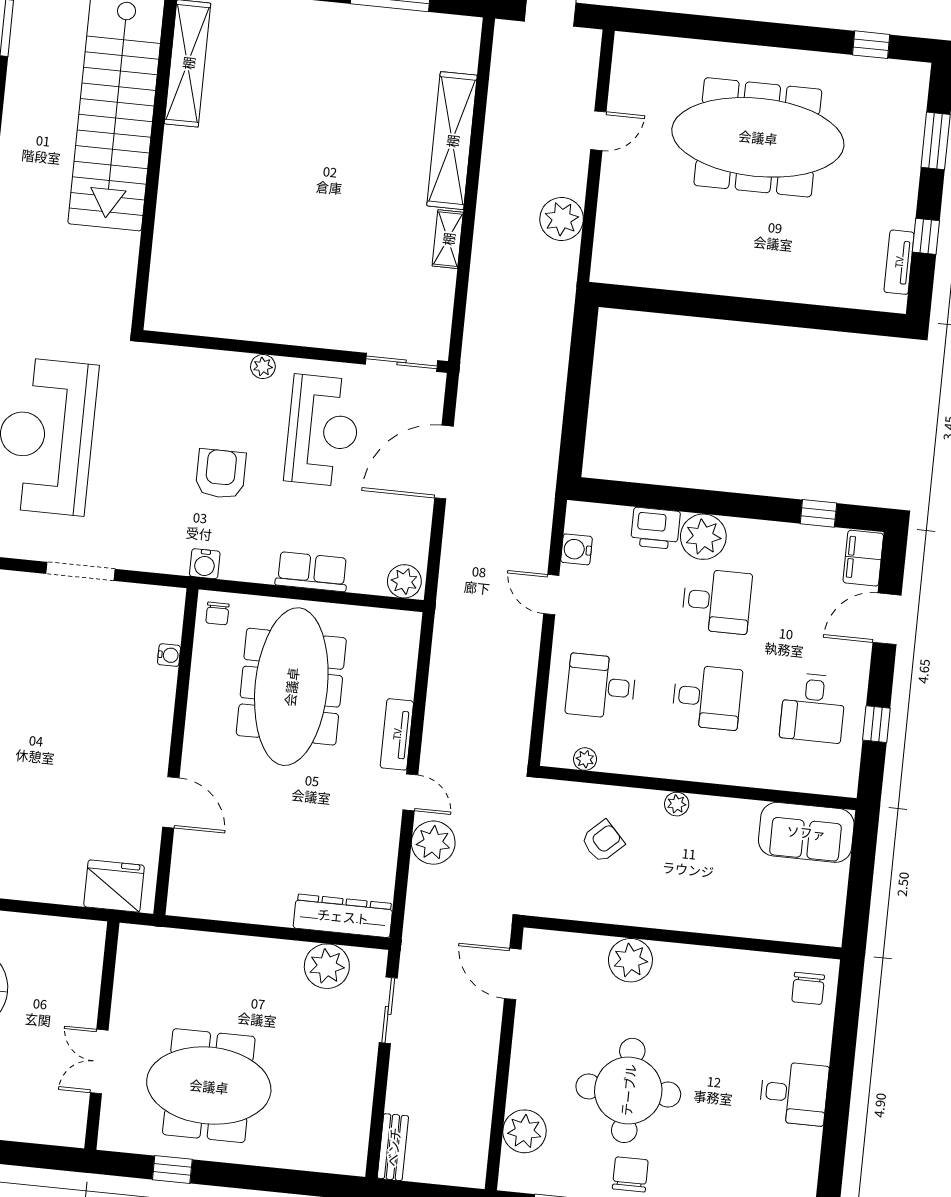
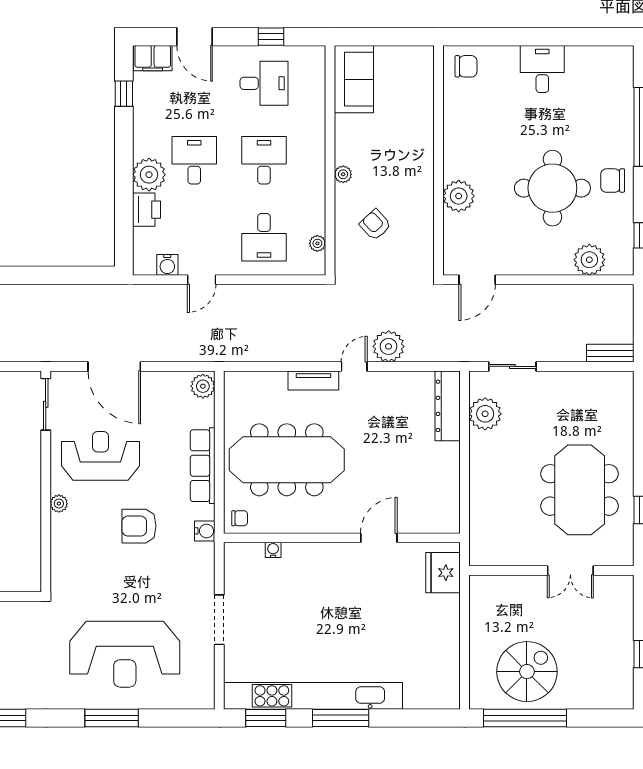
row of seats: (312, 572) -> (203, 466), width x1.48

